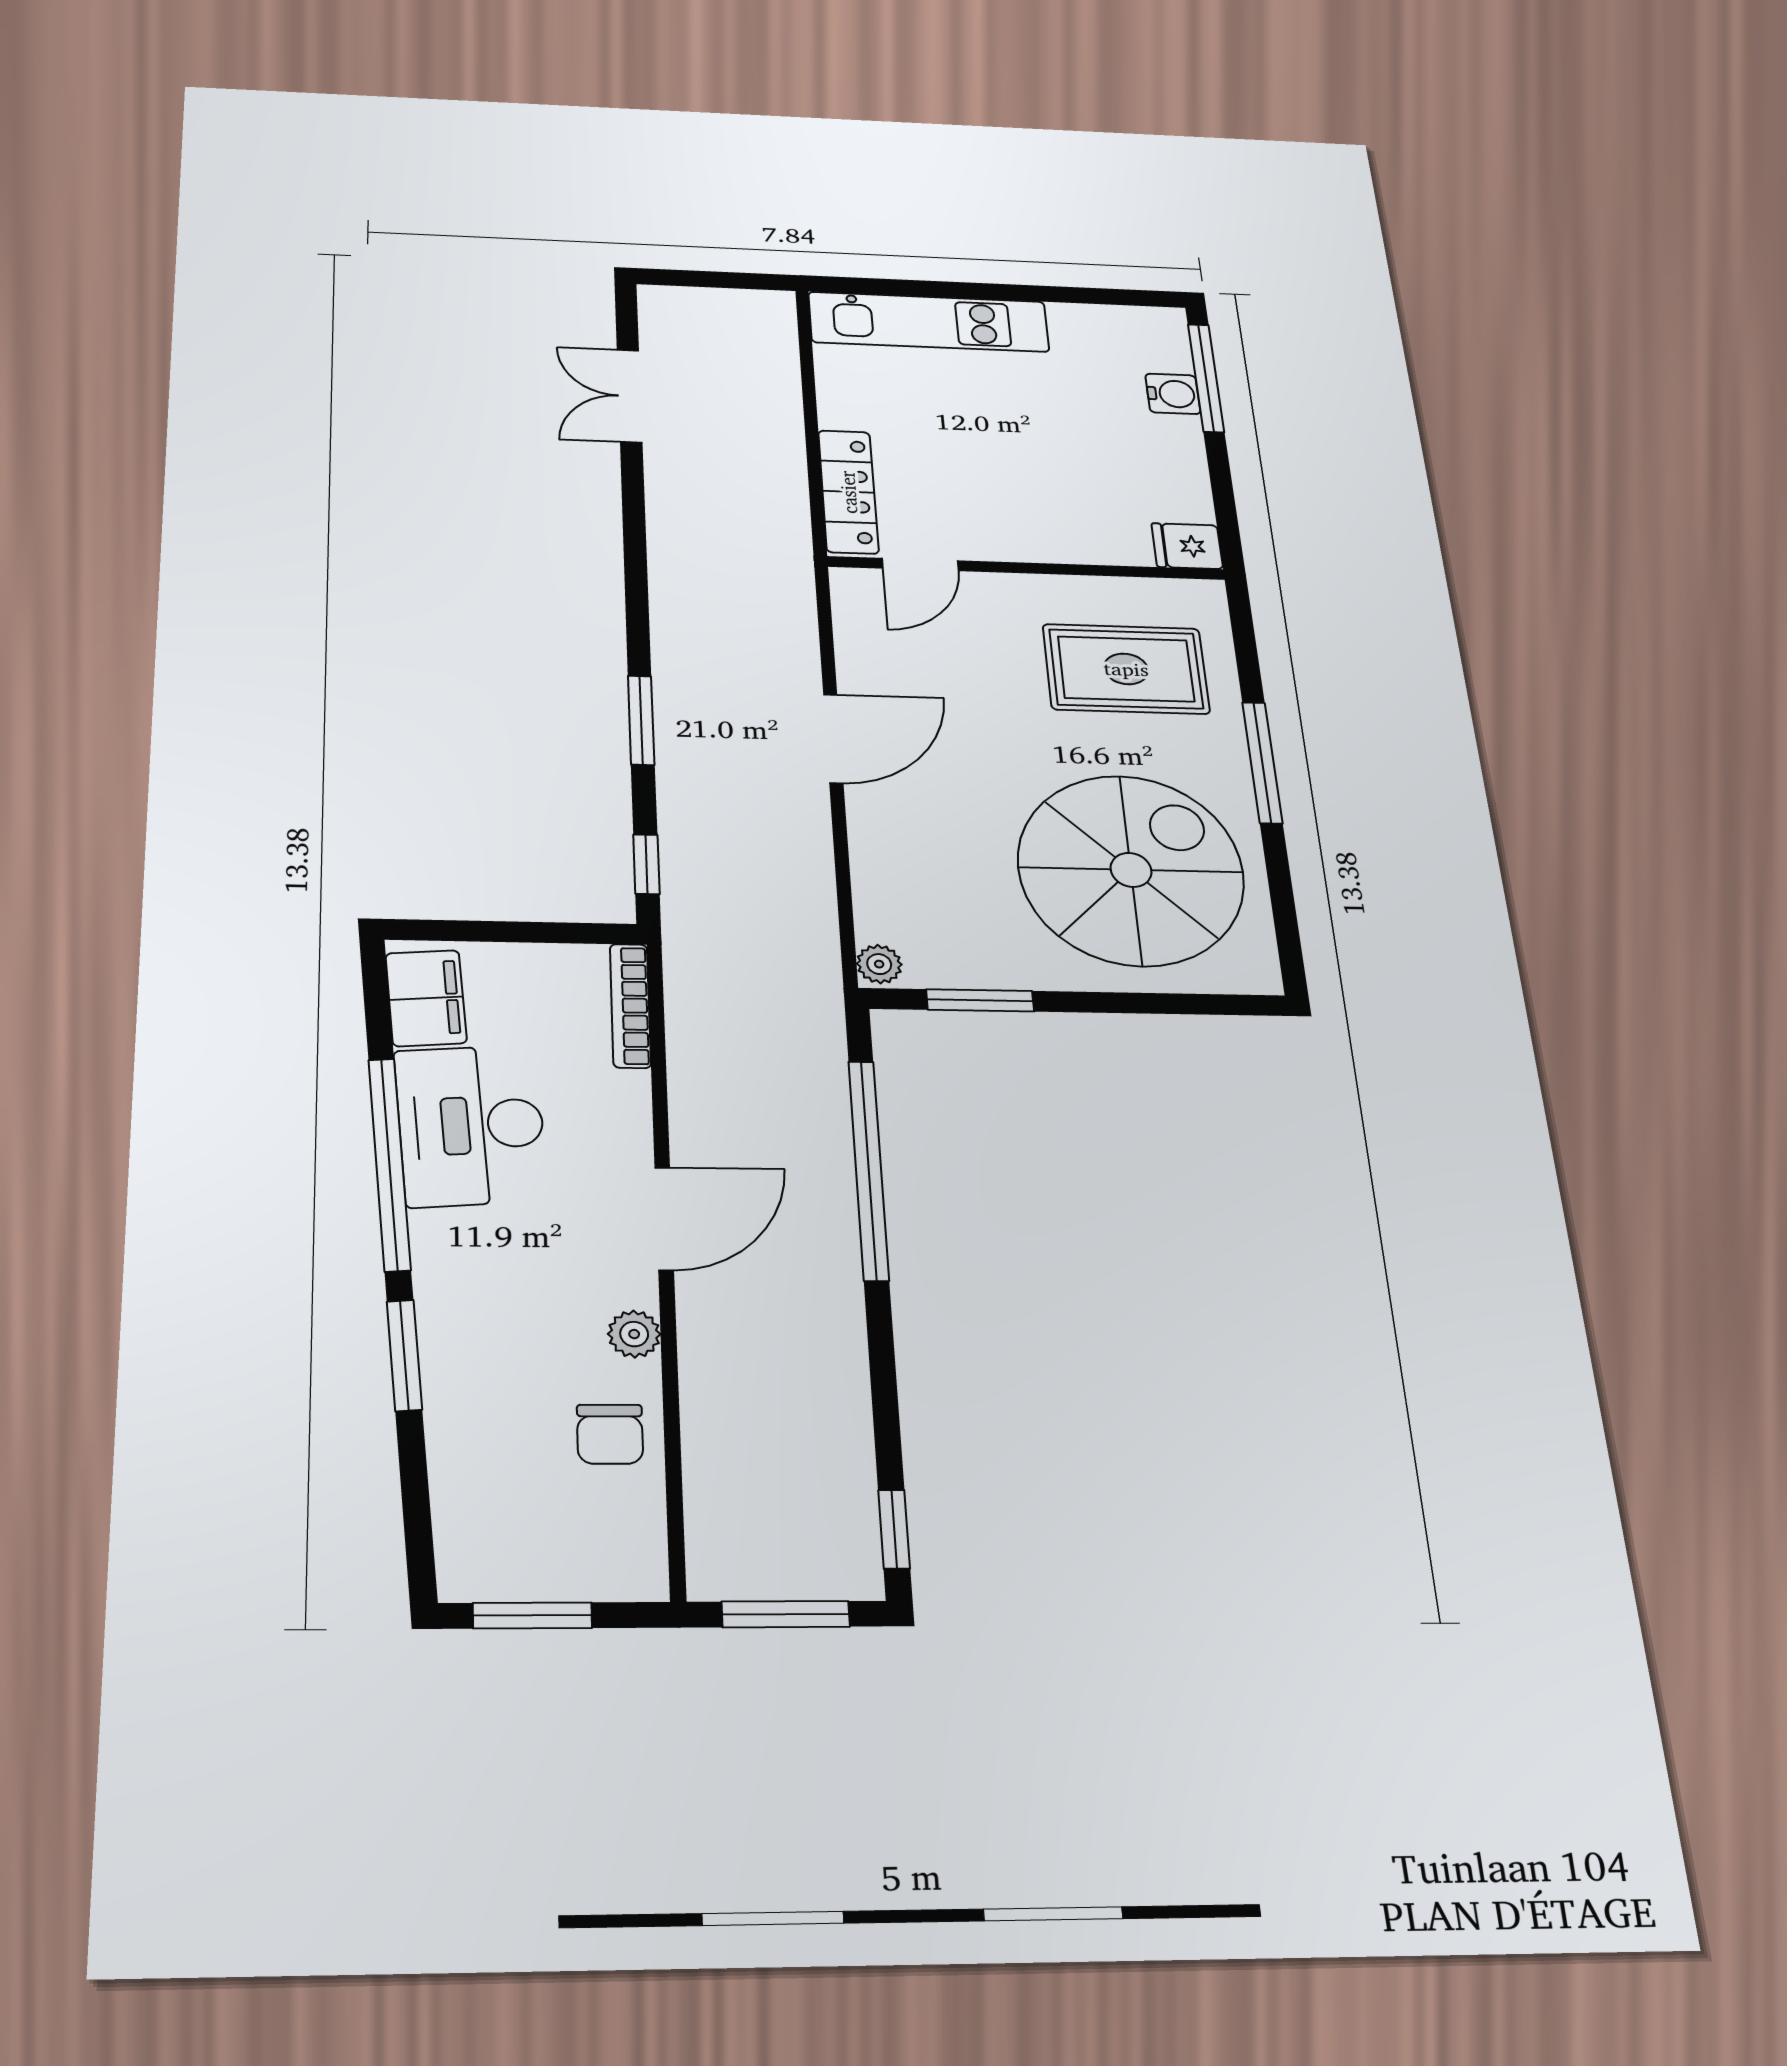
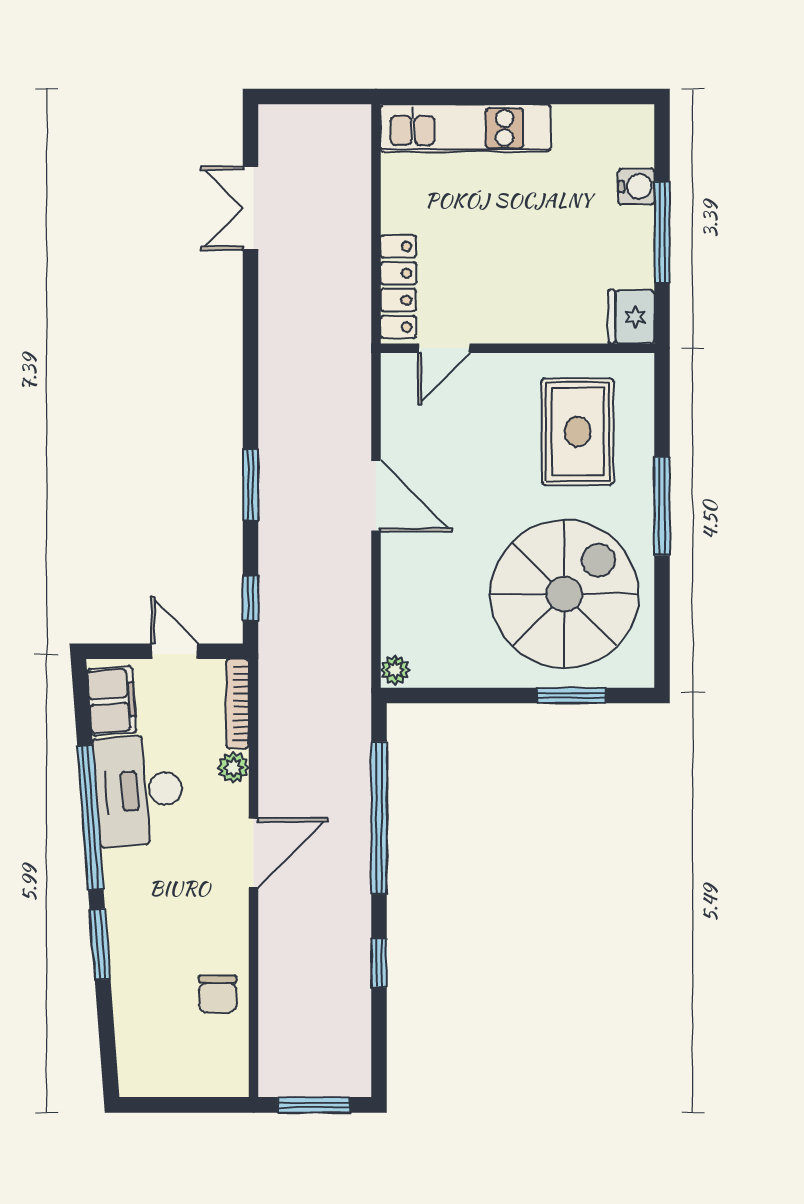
window: (1206, 378) -> (662, 232), moved
fridge: (1187, 546) -> (631, 317), width x1.38
rug: (1126, 669) -> (578, 432), turned 90
door: (833, 739) -> (376, 496), hinge flipped
door: (528, 932) -> (175, 651), added
window: (980, 1000) -> (571, 696), moved
plant: (634, 1334) -> (233, 767), moved
window: (894, 1529) -> (379, 963), moved
window: (532, 1615) -> (172, 1105), removed

